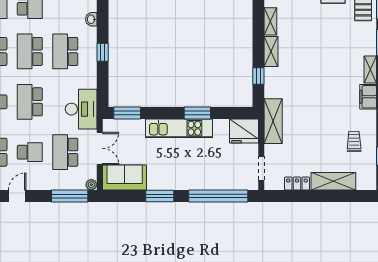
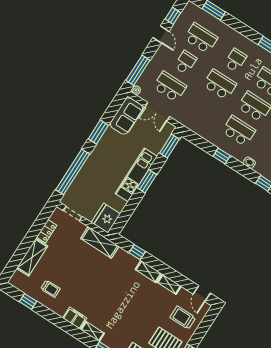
desk: (81, 109) -> (192, 116), removed
window: (197, 113) -> (147, 181), moved
school desk: (30, 152) -> (185, 62), turned 180

